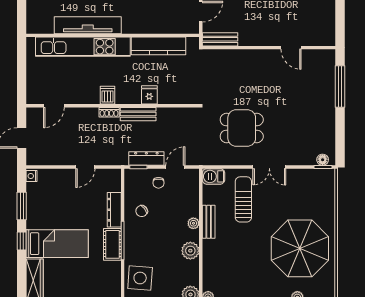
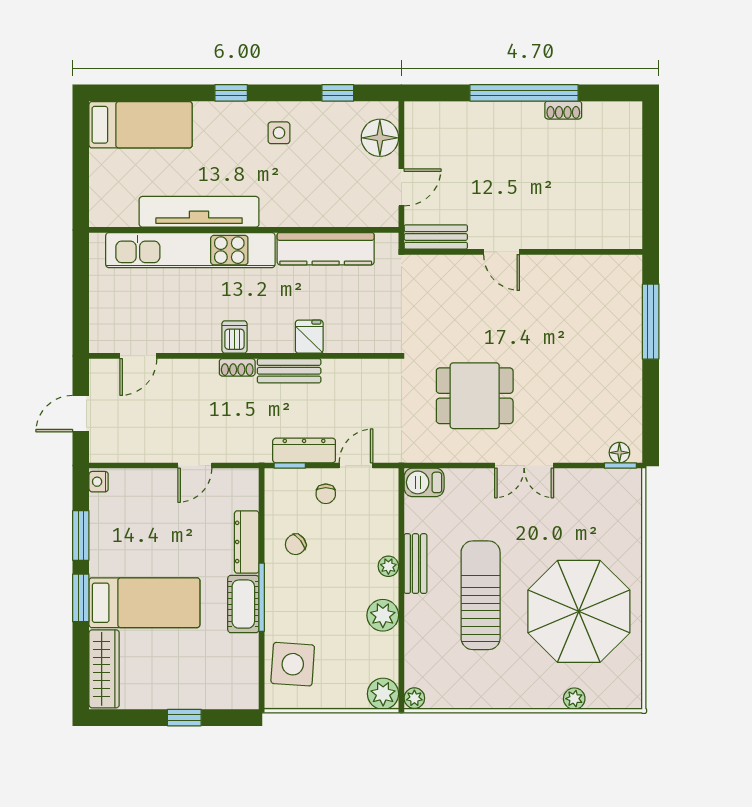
door: (291, 48) -> (502, 252), moved
sun lounger: (243, 199) -> (481, 595), moved, width x1.36, depth x1.34
window: (22, 241) -> (81, 598), width x1.50

